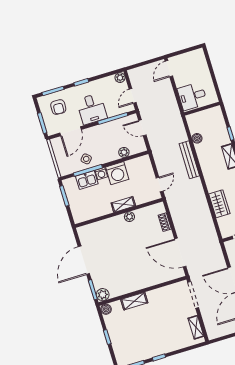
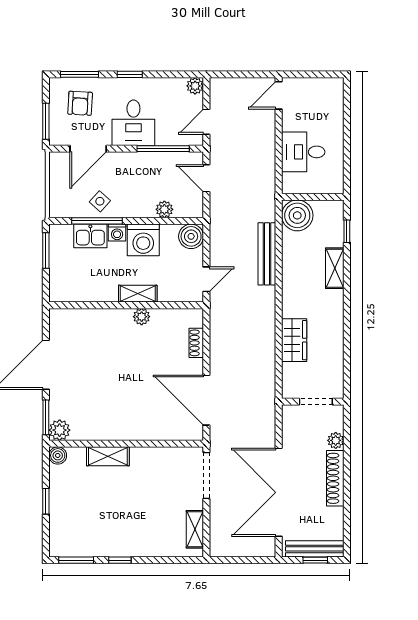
wall: (202, 109) -> (313, 197), moved
boiler: (197, 138) -> (297, 215), width x1.86, depth x1.86
boiler: (144, 163) -> (191, 236), added

